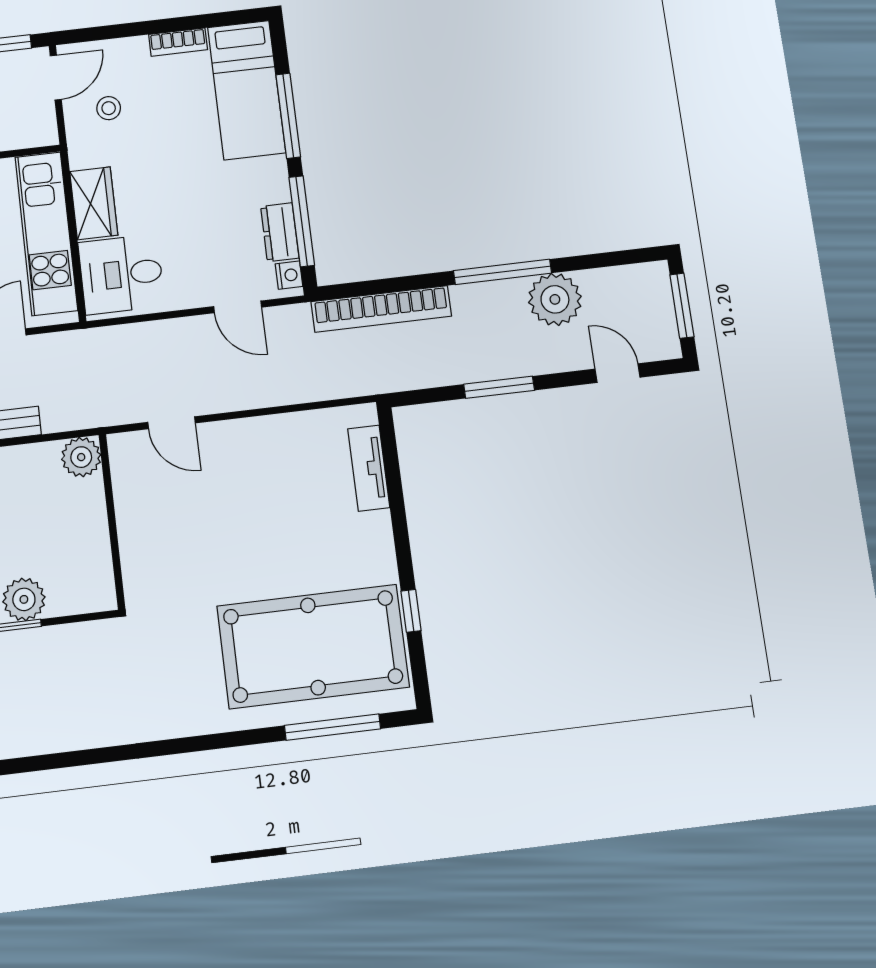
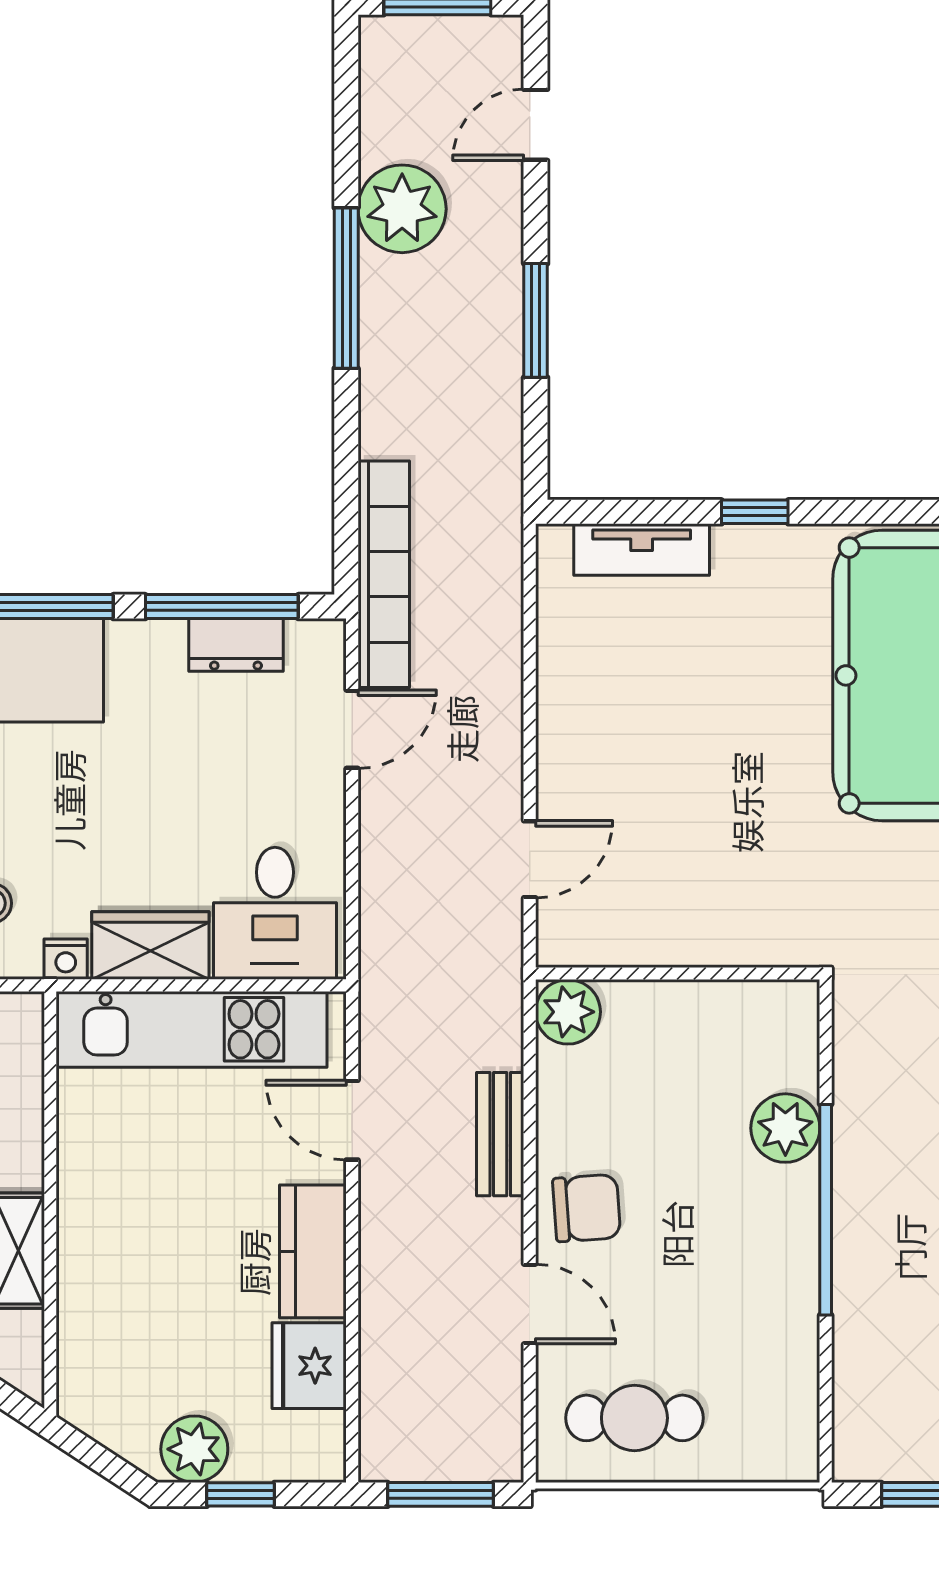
nightstand: (289, 275) -> (66, 959), moved, turned 180
bookcase: (381, 309) -> (384, 574), moved
window: (411, 611) -> (755, 512), moved

